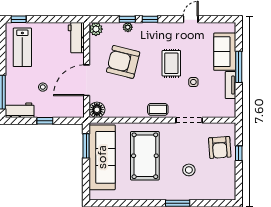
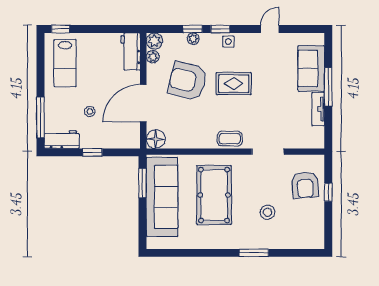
plant: (94, 42) -> (153, 57), added
rug: (171, 63) -> (234, 84), moved, turned 90
side table: (193, 82) -> (228, 42), moved

